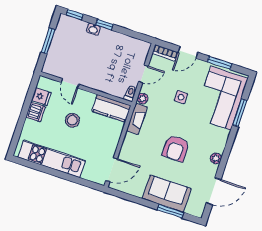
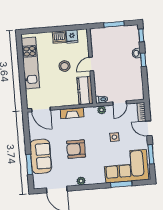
door: (143, 74) -> (120, 103), hinge flipped
door: (70, 83) -> (91, 64), moved
fireplace: (137, 119) -> (72, 113), moved

